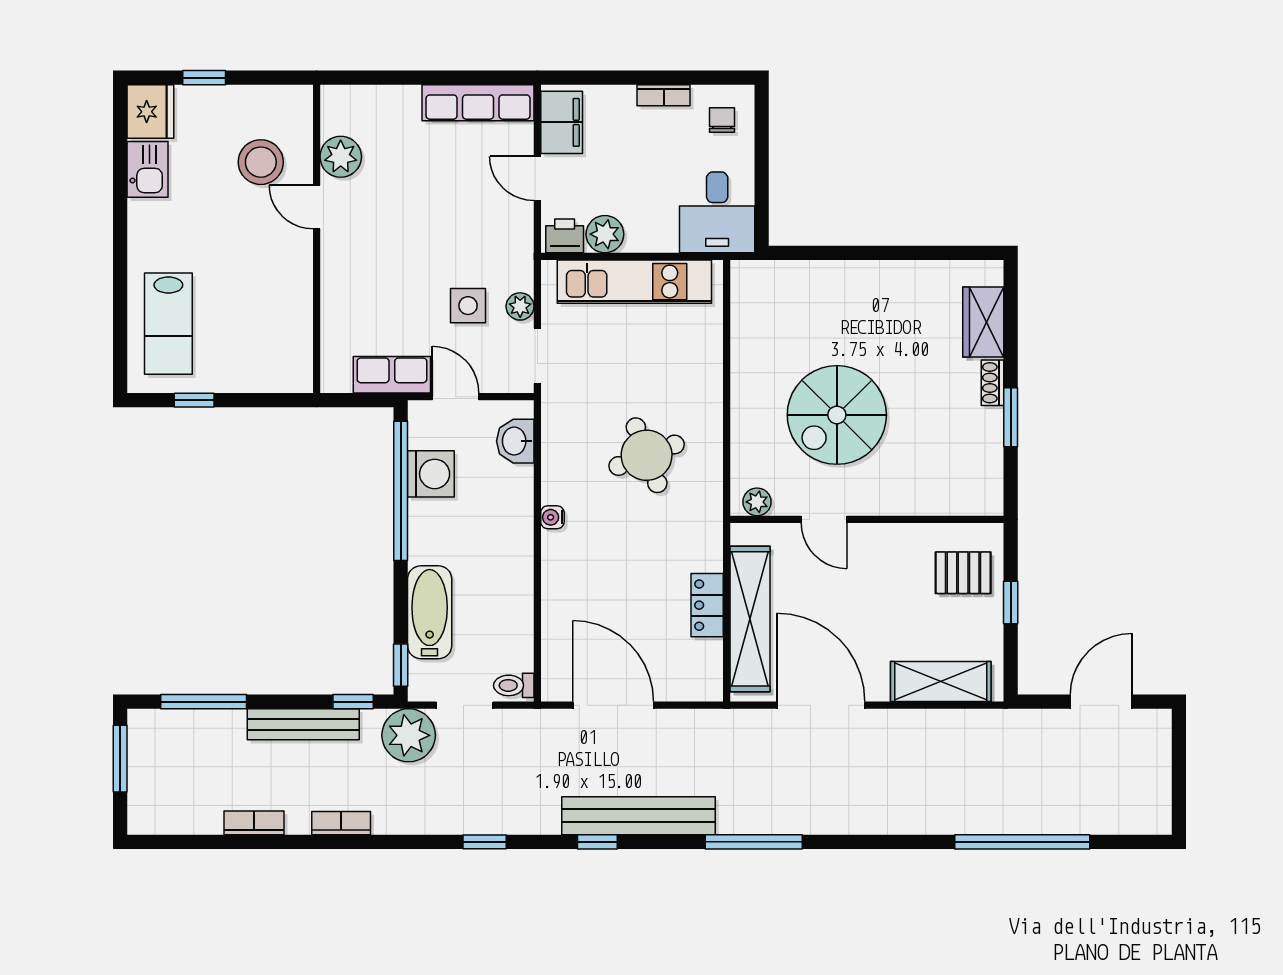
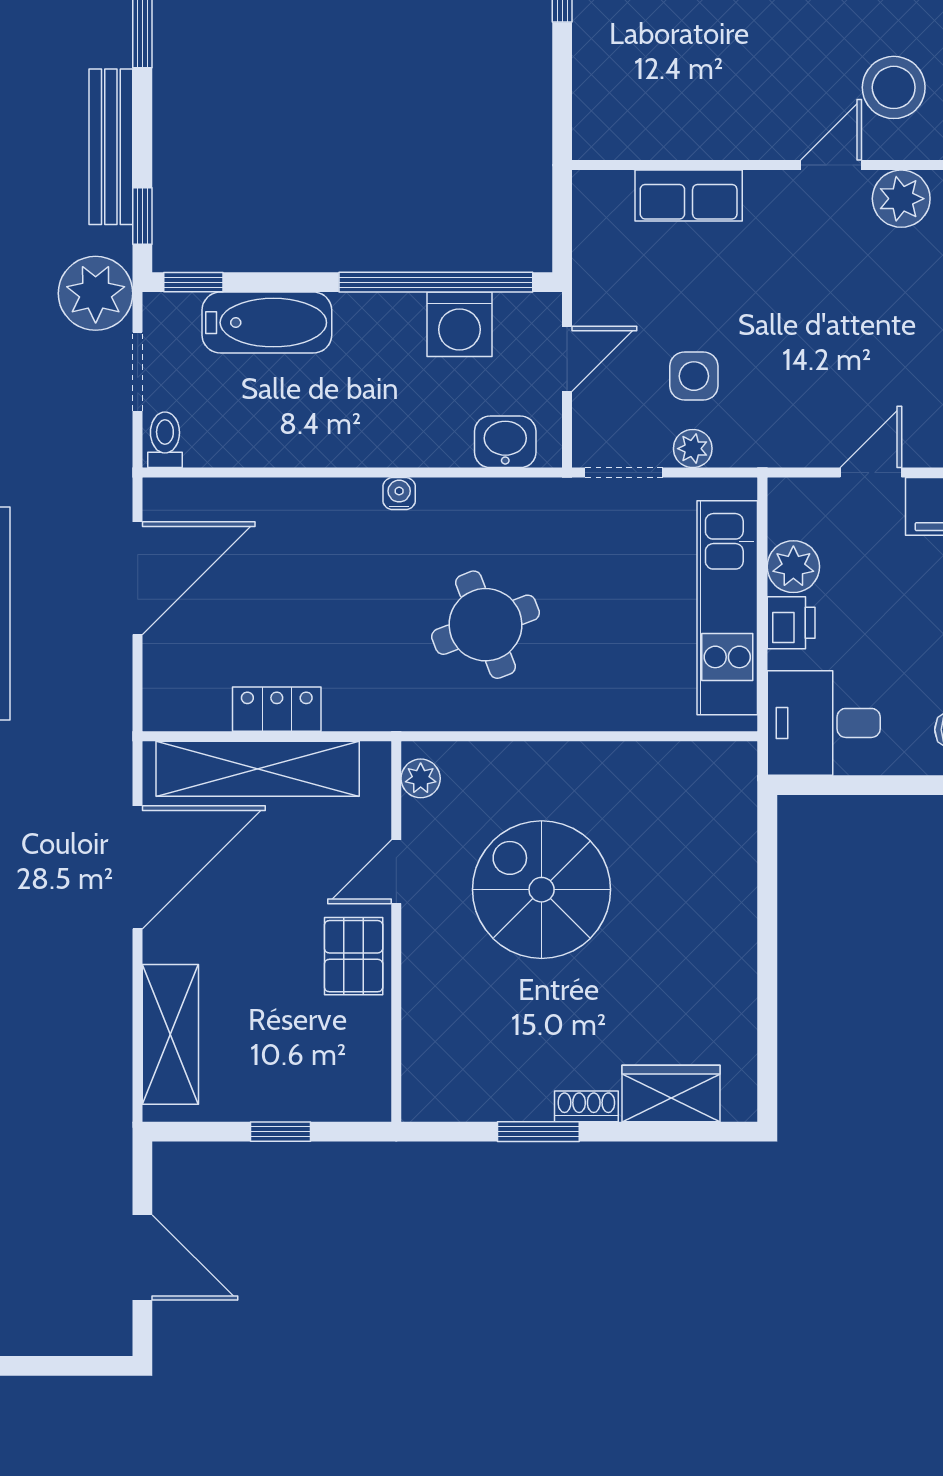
printer: (565, 236) -> (791, 623), moved
row of seats: (392, 375) -> (689, 196), moved, turned 90
pallet: (963, 573) -> (354, 956), moved

